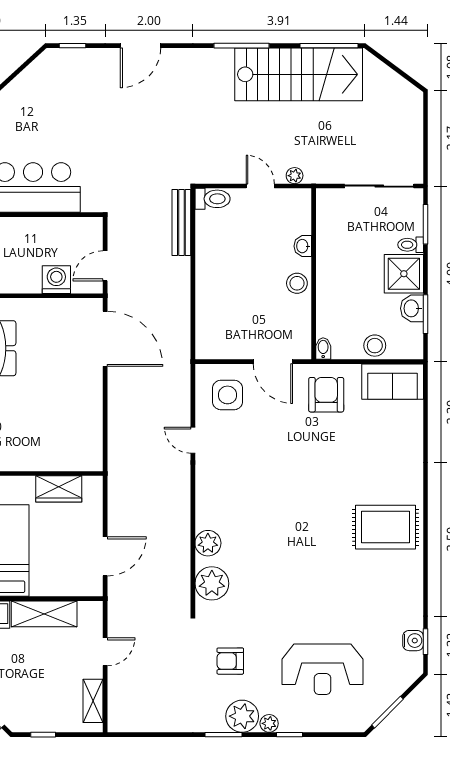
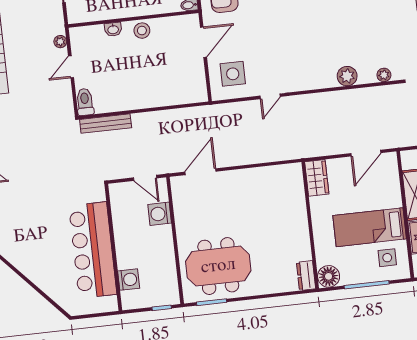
door: (105, 339) -> (200, 172), width x0.73
wardrobe: (59, 489) -> (317, 178), moved
door: (105, 556) -> (366, 153), swing flipped
plant: (212, 583) -> (384, 75), width x0.53, depth x0.53

